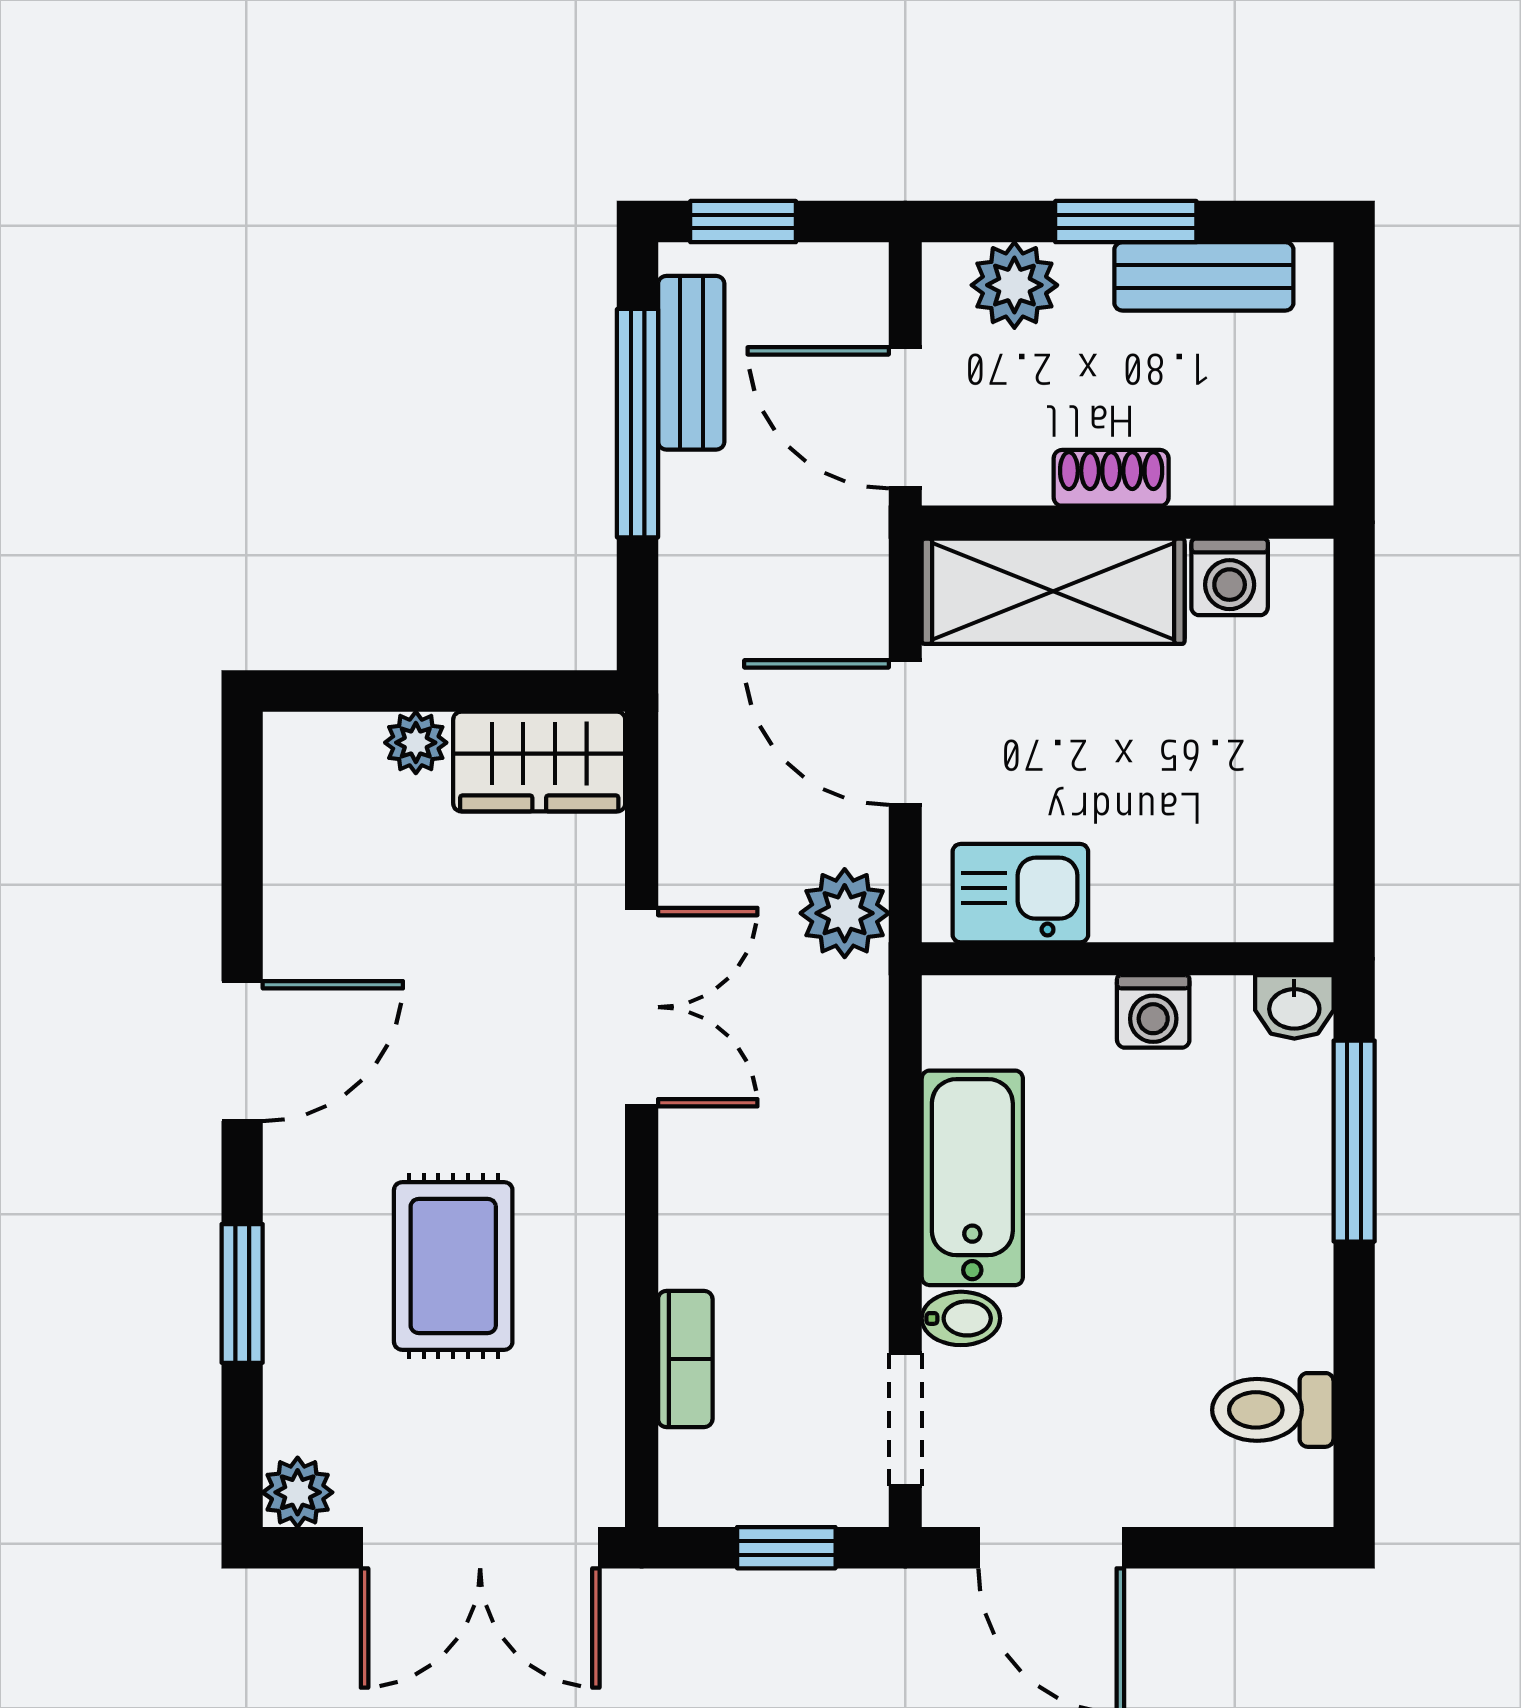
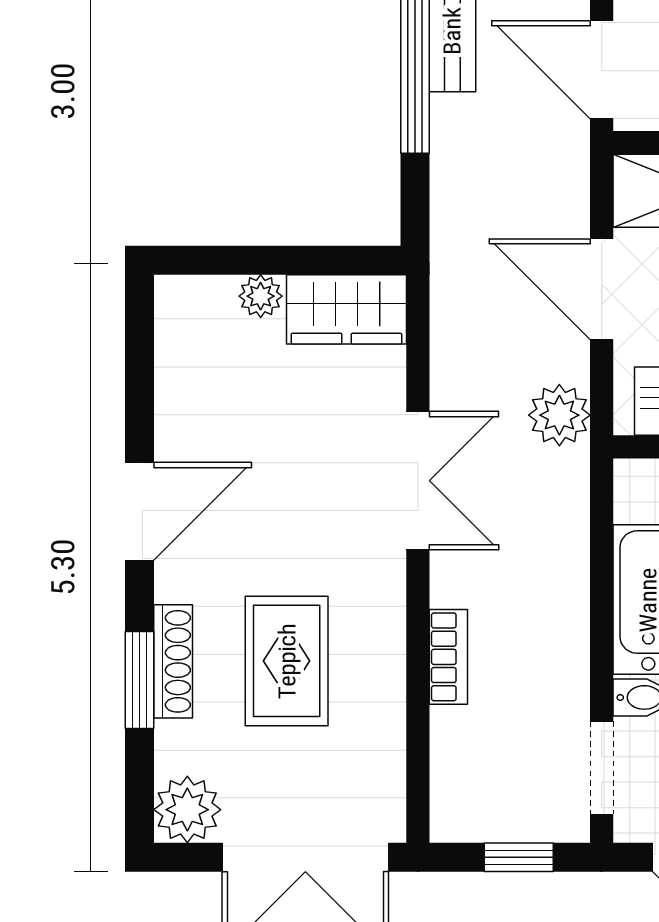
shoe rack: (290, 1267) -> (173, 661), added
bookcase: (685, 1359) -> (448, 657), moved
plant: (298, 1492) -> (187, 810), width x1.38, depth x1.38

